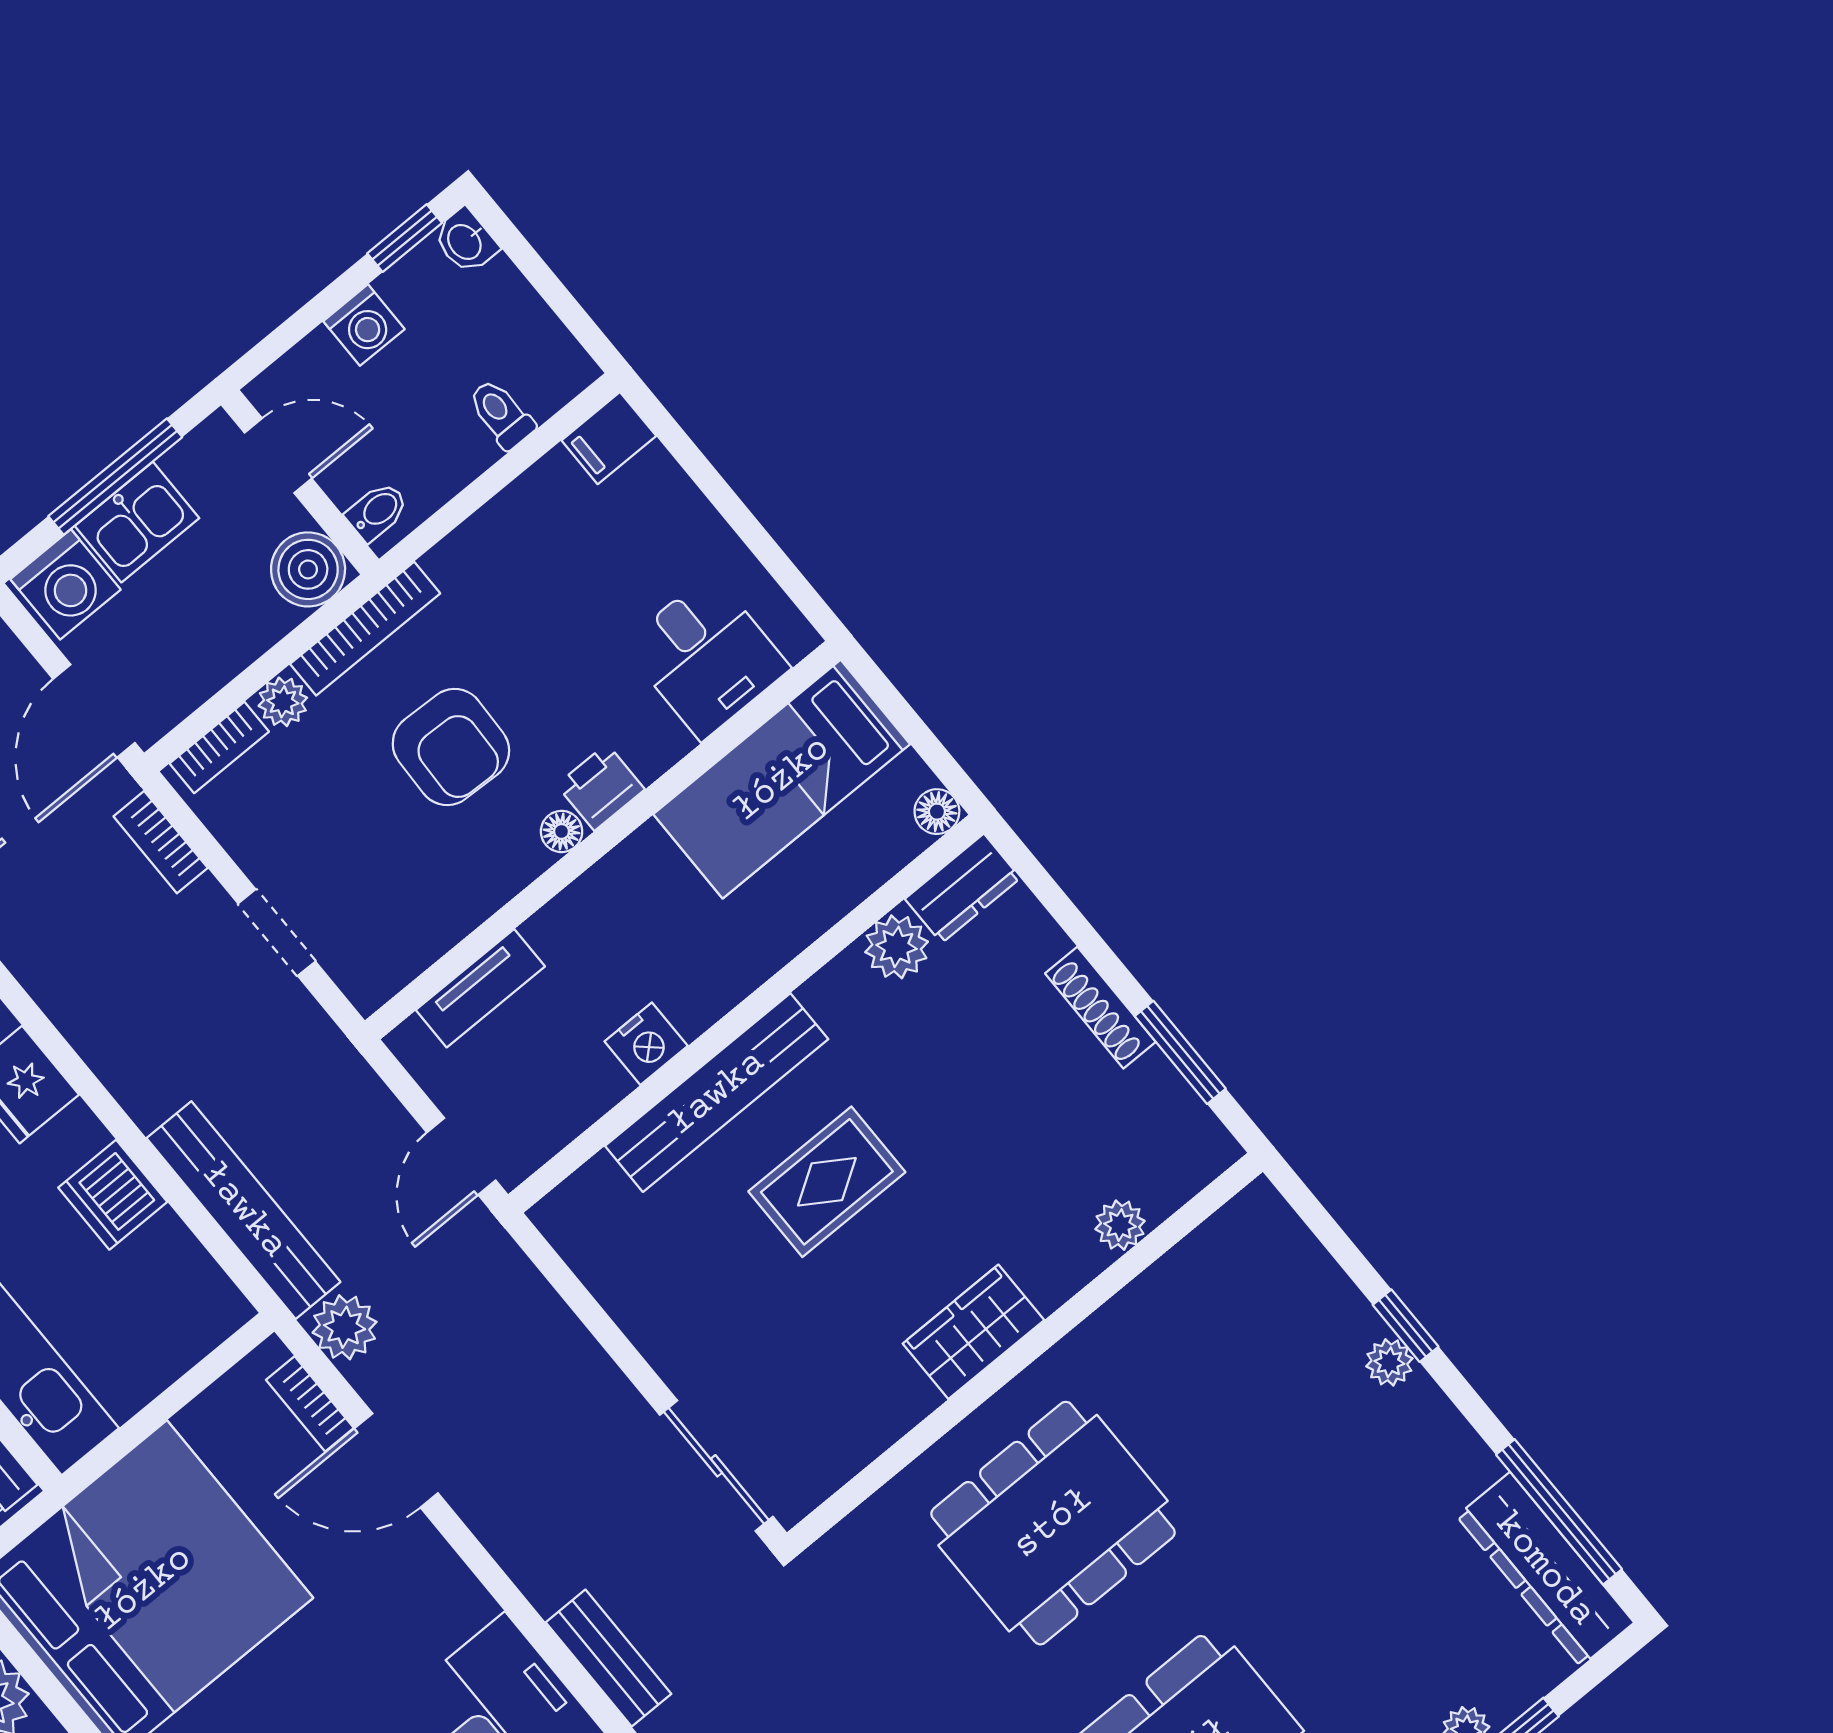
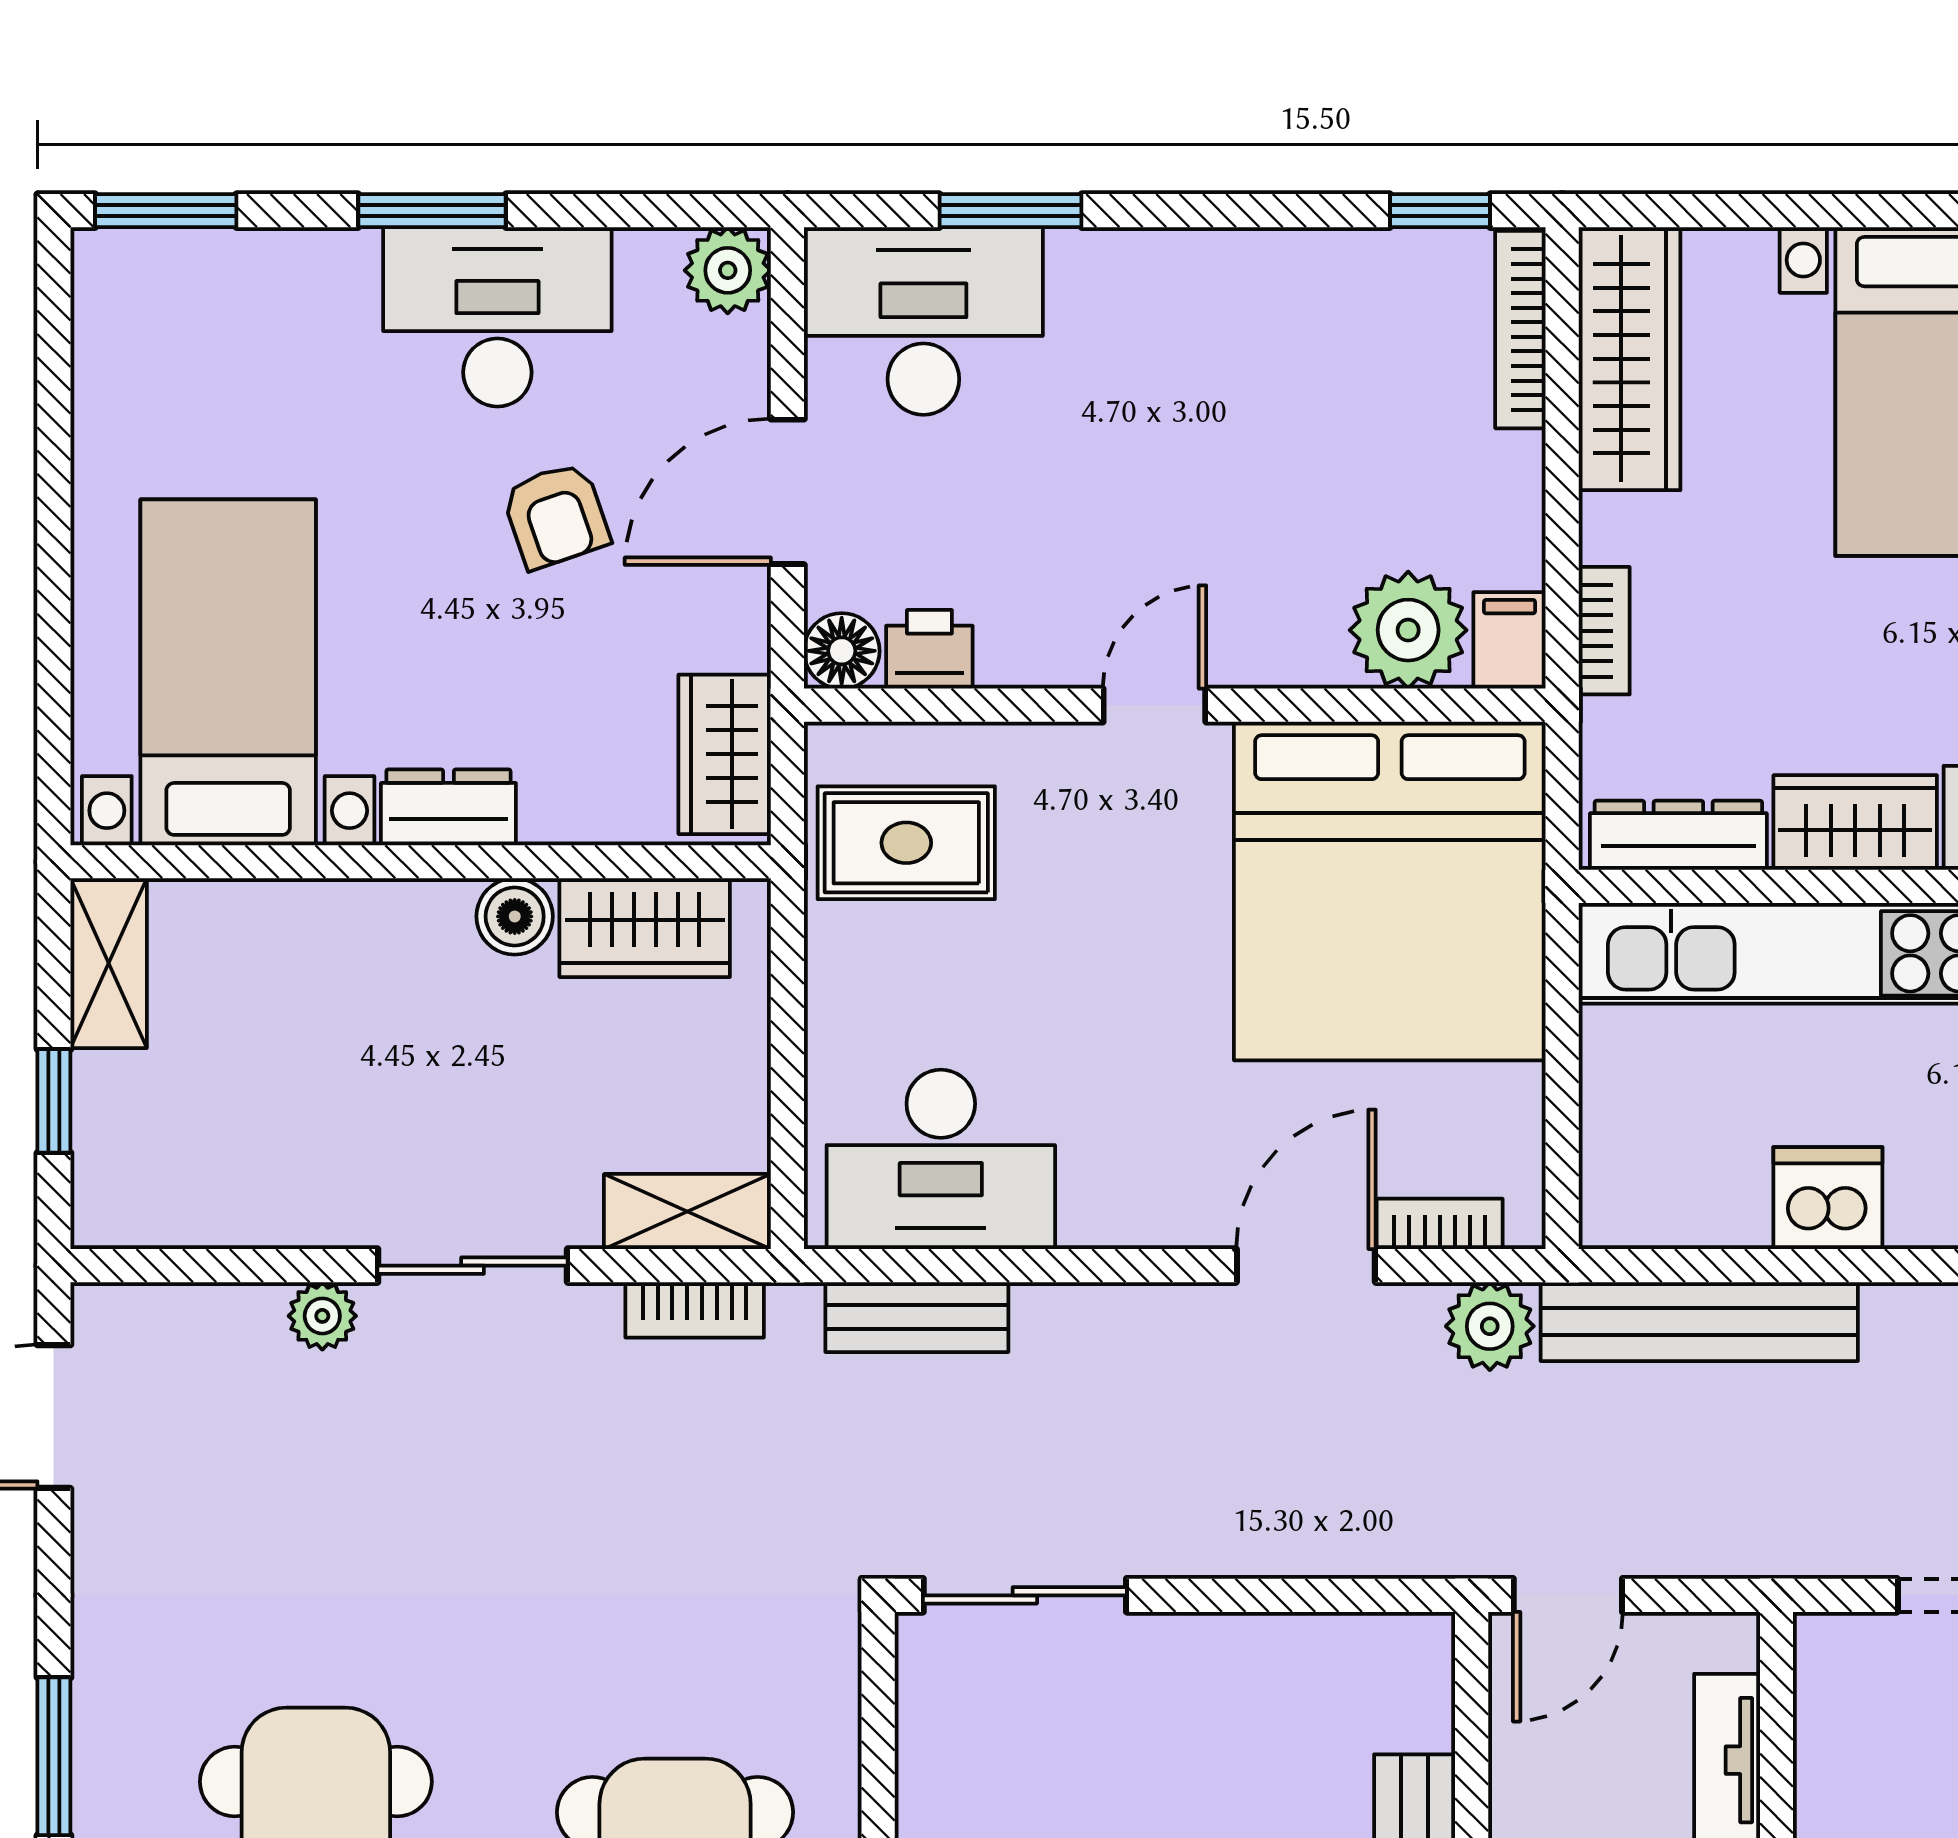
door: (461, 1156) -> (1568, 1595), swing flipped

